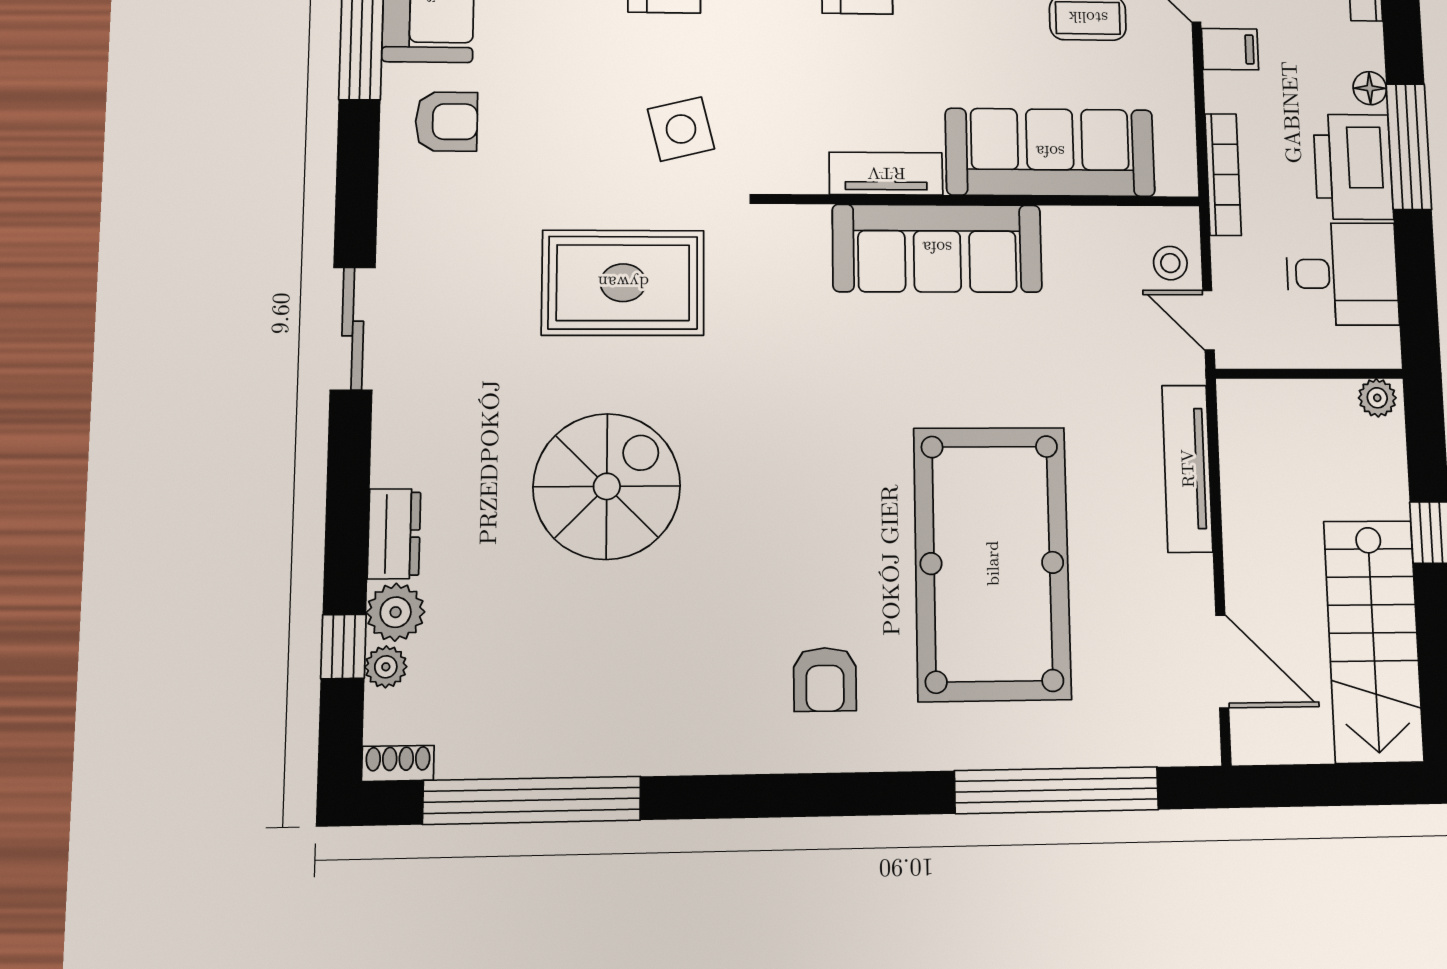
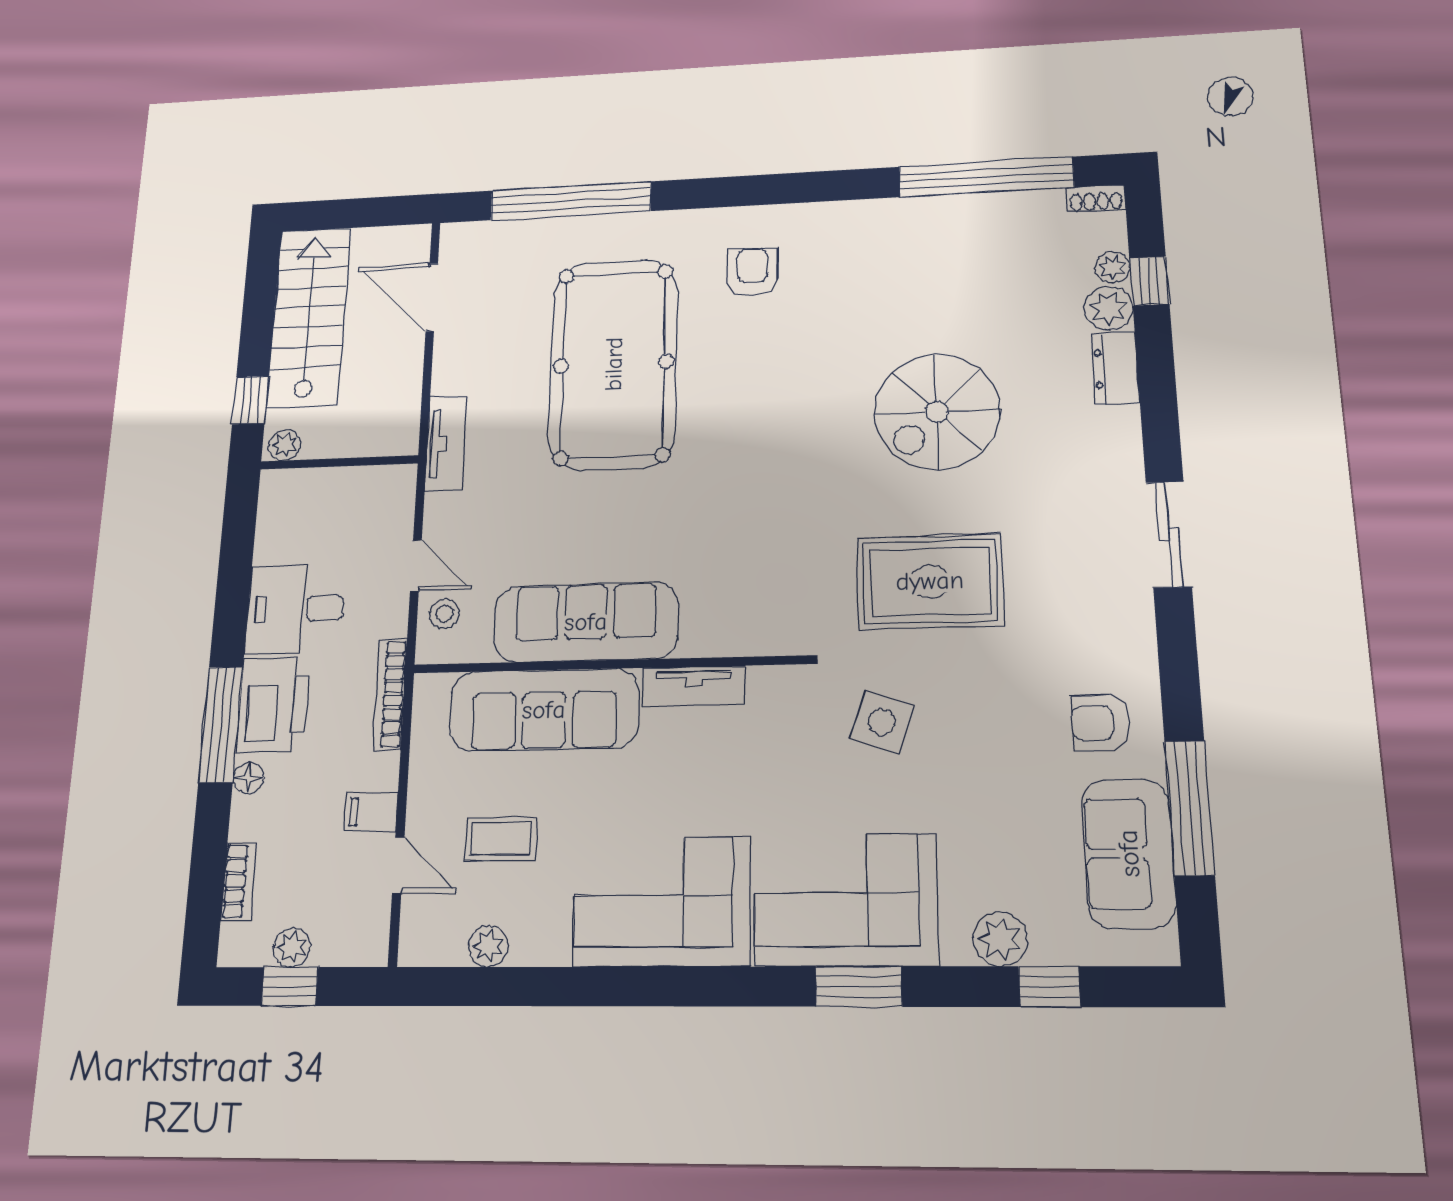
side table: (681, 129) -> (882, 722), turned 33
sofa: (937, 248) -> (586, 622), moved
wall: (1309, 374) -> (339, 462), moved
plant: (1377, 398) -> (285, 445), moved
tv unit: (1187, 468) -> (446, 443), width x0.71

